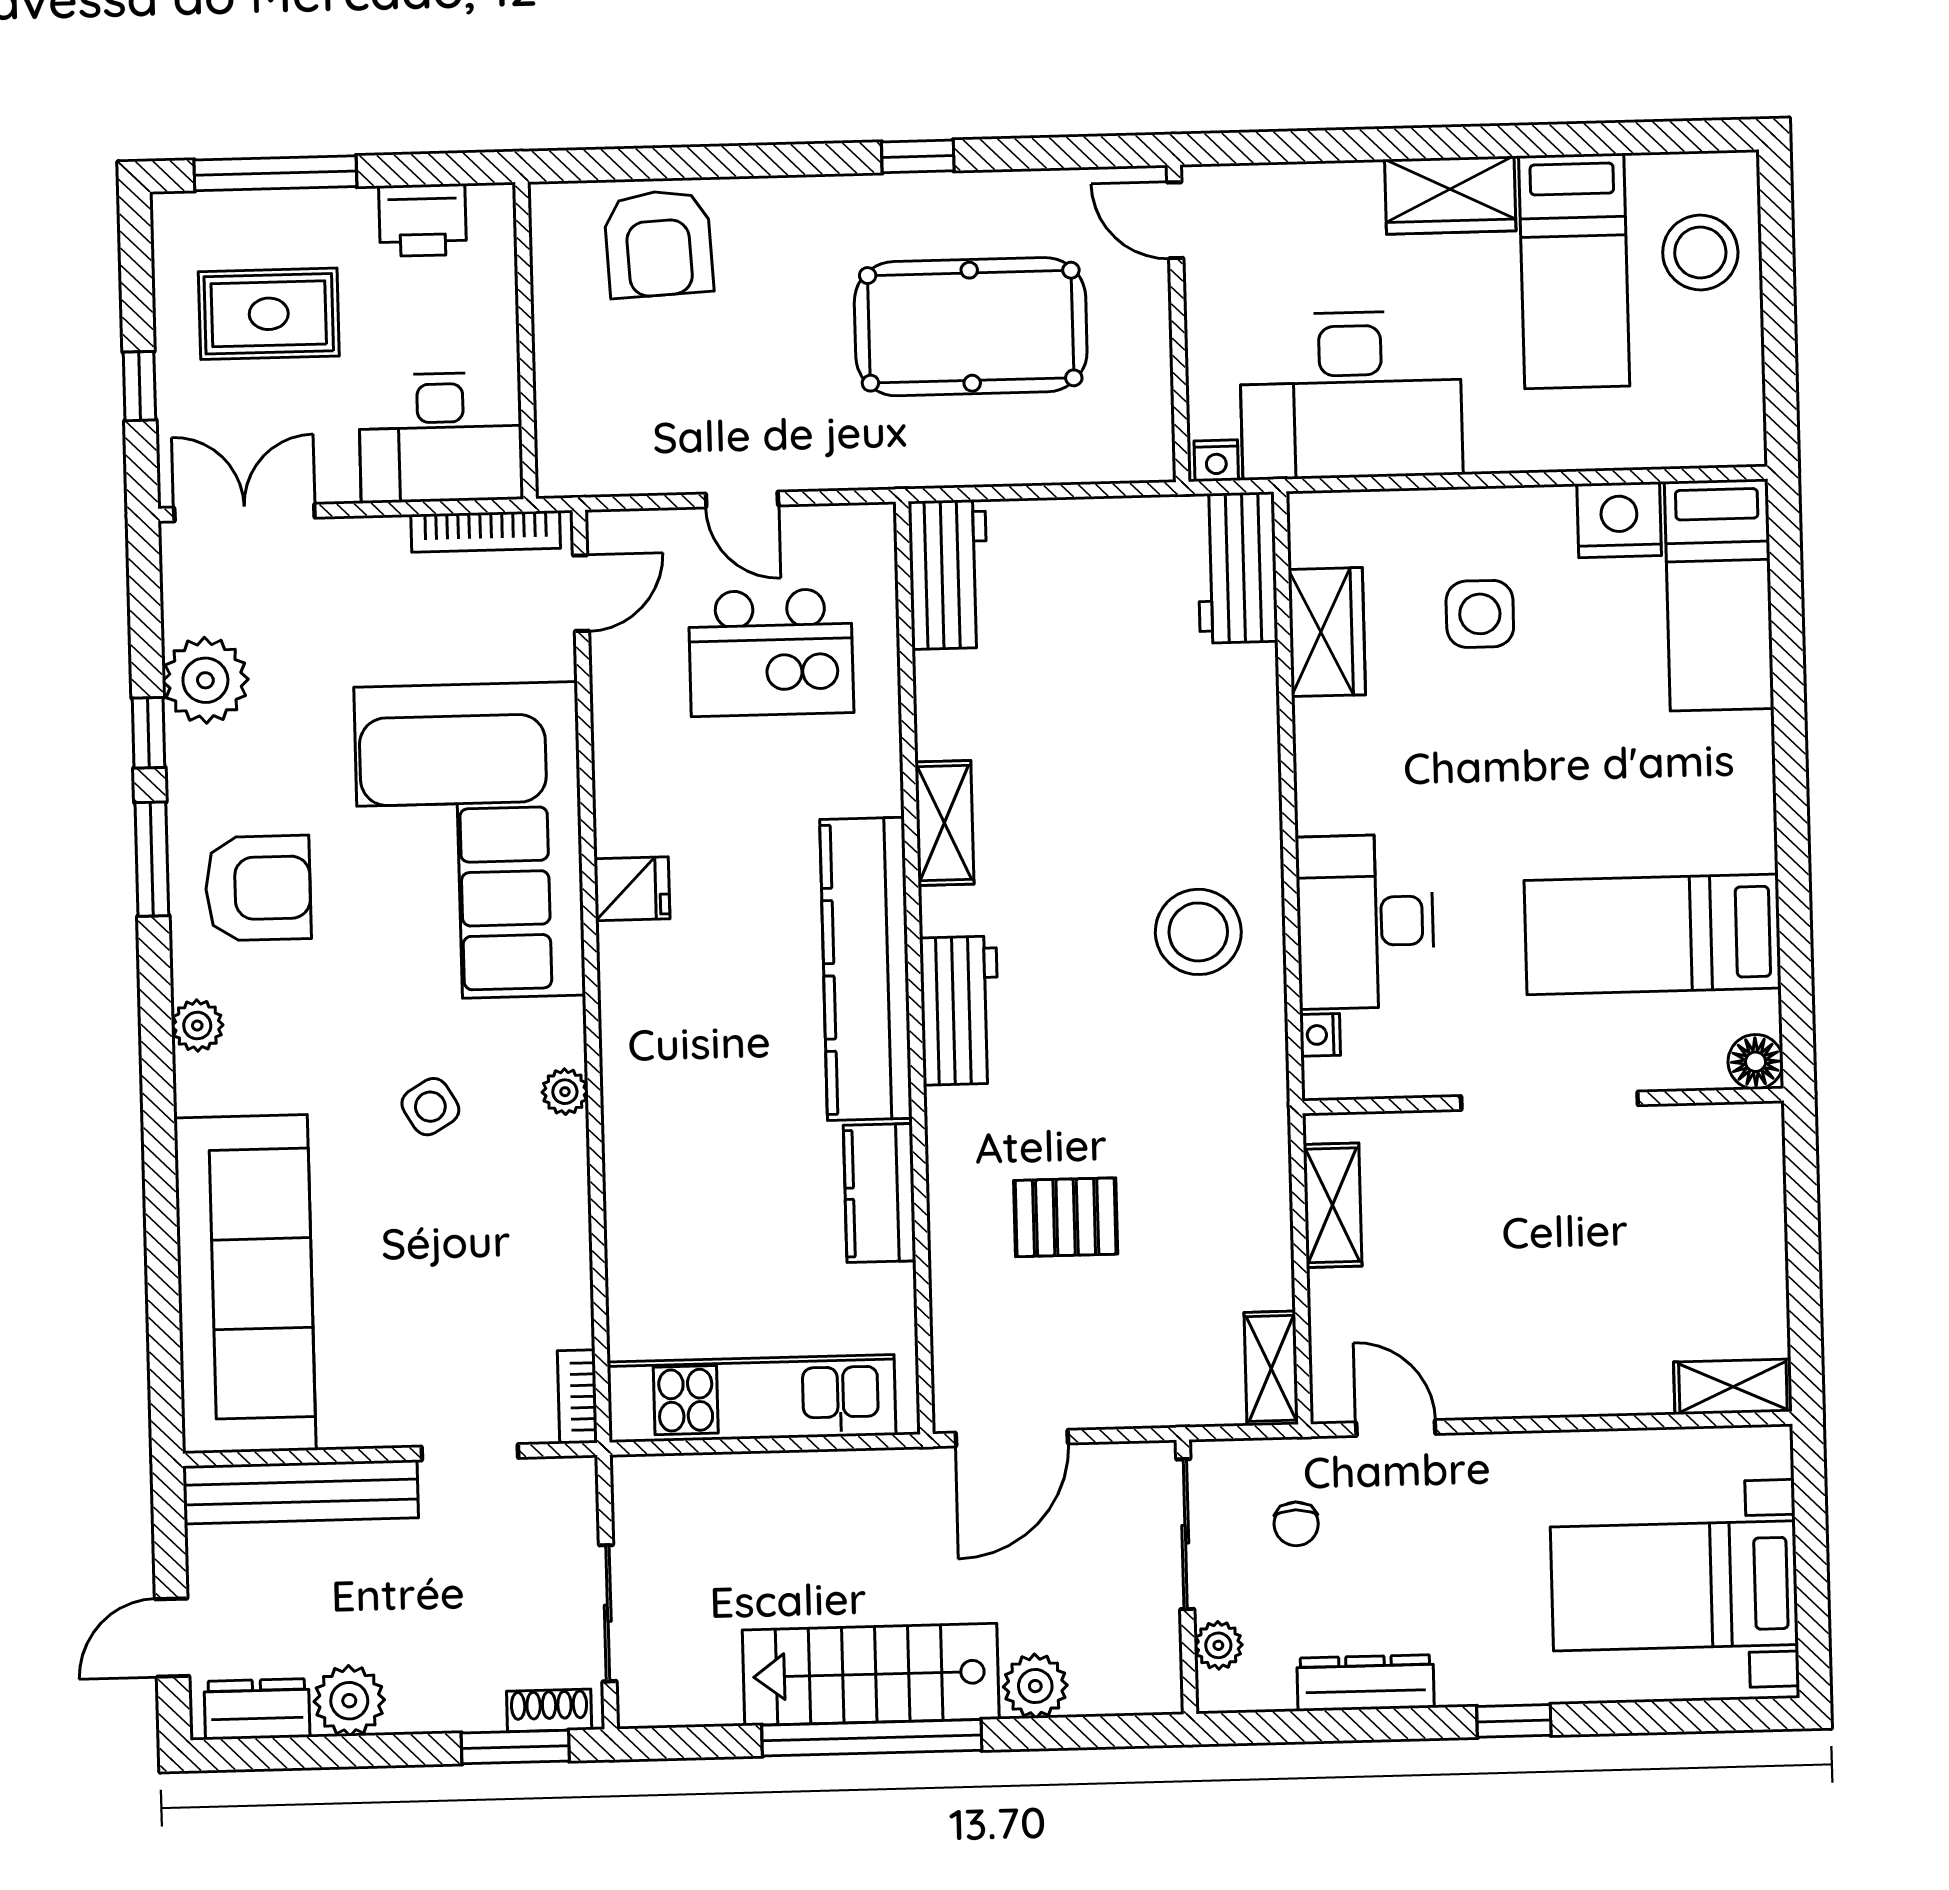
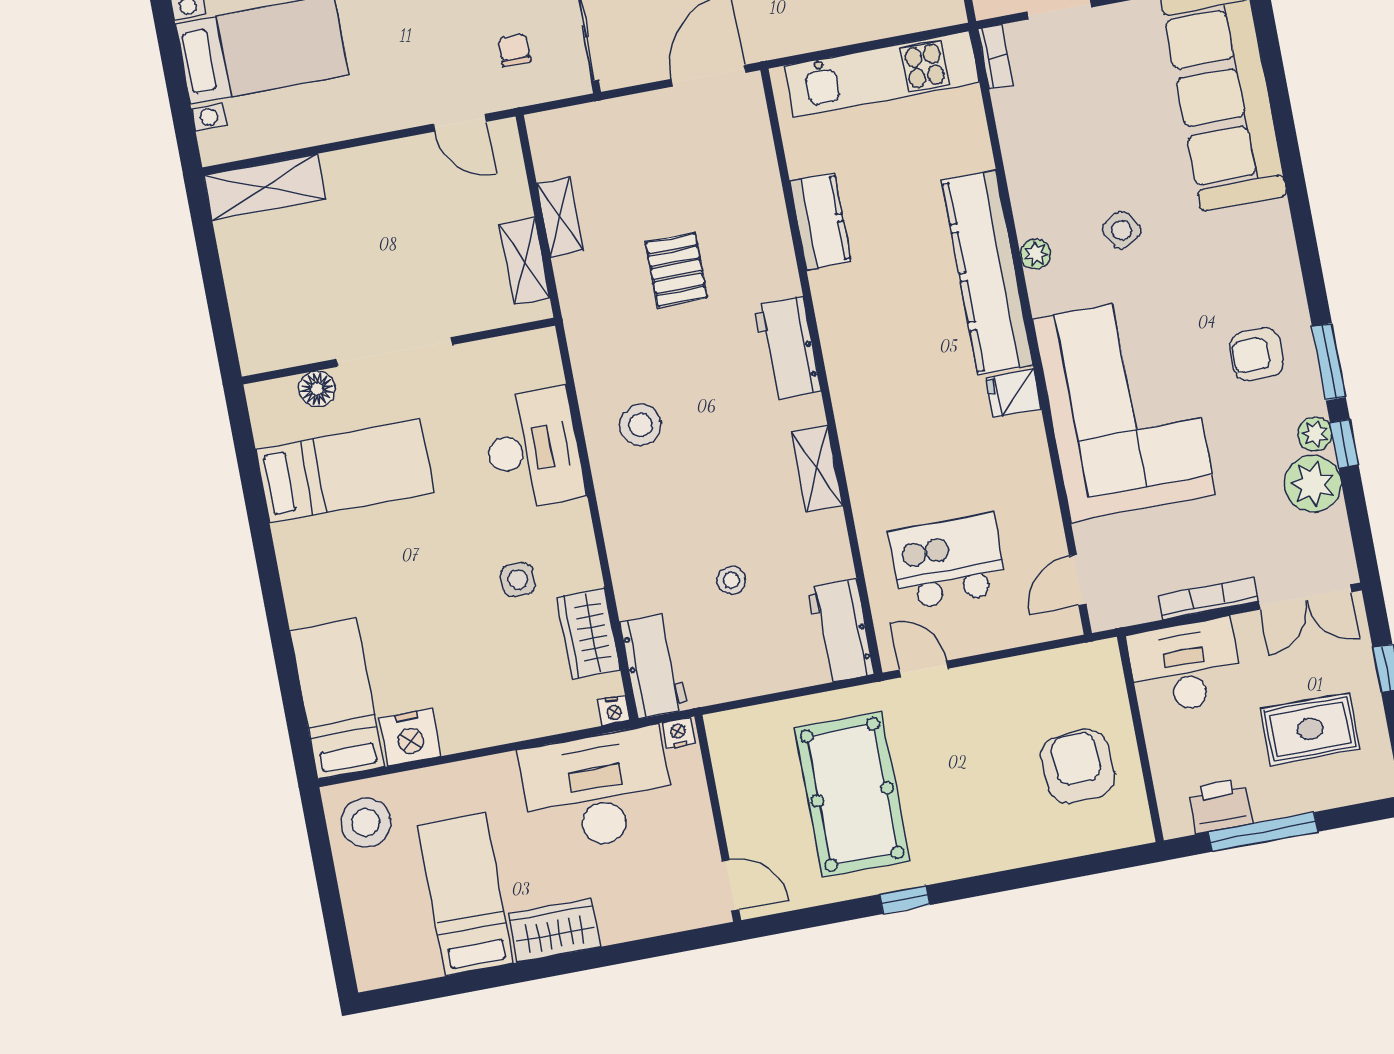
window: (275, 173) -> (1263, 832), moved
armchair: (659, 243) -> (1078, 766), moved
stool: (1700, 252) -> (366, 823), moved
pool table: (971, 327) -> (852, 794), turned 90
door: (742, 500) -> (924, 669), moved
bookcase: (486, 531) -> (1208, 599), moved
side table: (1480, 614) -> (518, 580), moved, width x0.73, depth x0.73
stool: (1100, 677) -> (731, 580), added
armchair: (258, 888) -> (1257, 354), width x0.72, depth x0.72
stool: (1198, 932) -> (640, 425), width x0.73, depth x0.73
kitchen counter: (866, 969) -> (987, 273), moved, turned 180
plant: (197, 1026) -> (1315, 434), moved
nightstand: (1320, 1035) -> (614, 710), moved, turned 90
floor lamp: (1756, 1062) -> (317, 389), moved
pallet: (1066, 1217) -> (676, 270), moved, turned 90
shelving: (1271, 1368) -> (560, 217), moved
shelving: (1733, 1387) -> (265, 187), width x1.50, depth x1.33

